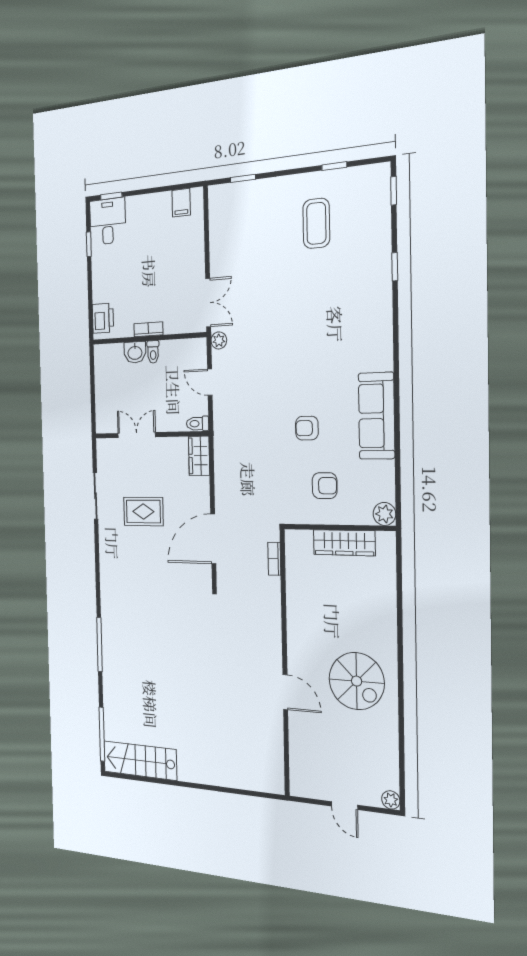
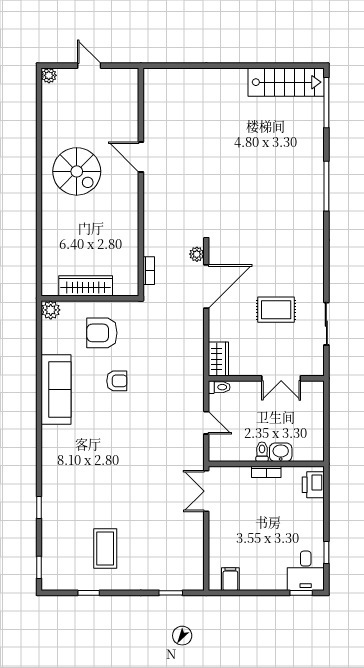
plant: (219, 340) -> (197, 254), moved
armchair: (325, 486) -> (102, 333), width x1.38, depth x1.38
spiral stairs: (357, 681) -> (77, 171), turned 180

